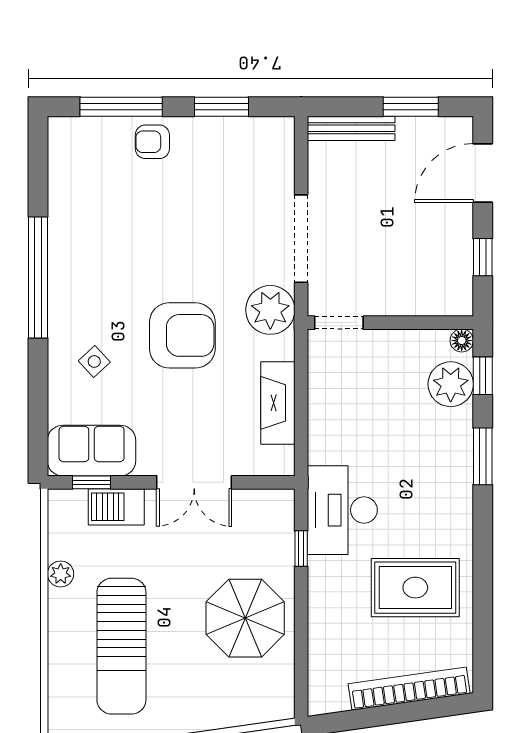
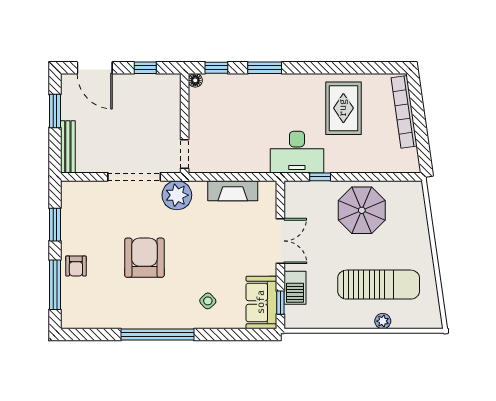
armchair: (182, 335) -> (144, 258), moved
plant: (451, 384) -> (221, 87), removed
plant: (61, 574) -> (383, 321), moved

